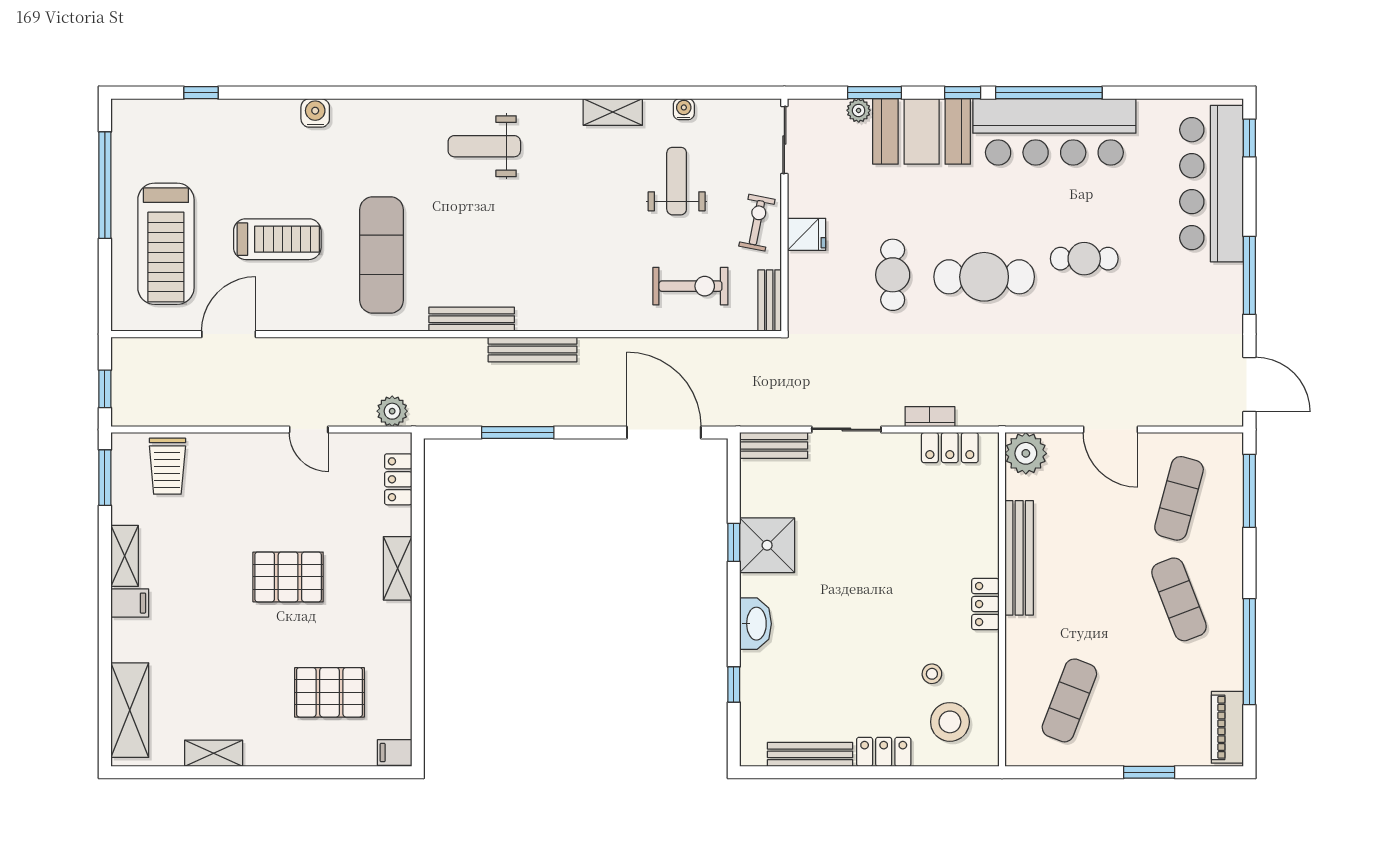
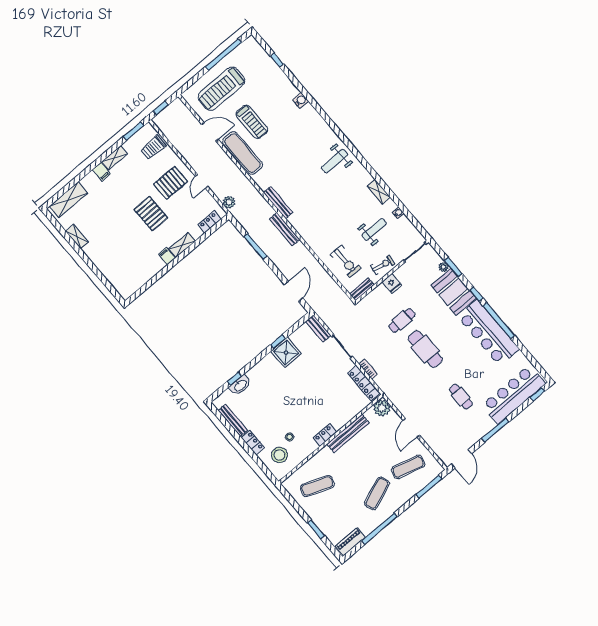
weight bench: (484, 146) -> (335, 161), turned -90
exercise mat: (382, 255) -> (243, 153), moved, turned 90
cafe table: (1084, 259) -> (461, 397), moved
door: (664, 432) -> (294, 291), width x0.73
locker: (950, 448) -> (364, 383), width x1.53
washbasin: (755, 624) -> (240, 385), moved
pallet: (330, 692) -> (171, 183), moved, turned 90
filing cabinet: (395, 753) -> (167, 256), moved

